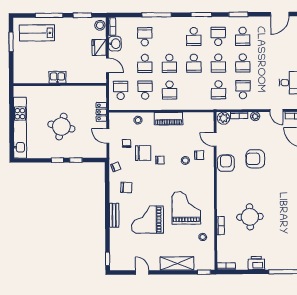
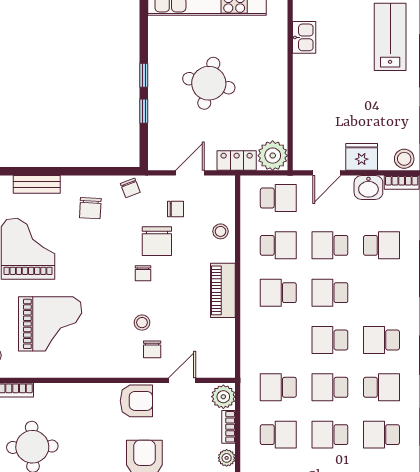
kitchen sink: (57, 77) -> (304, 37), moved
plant: (99, 93) -> (273, 156), added

